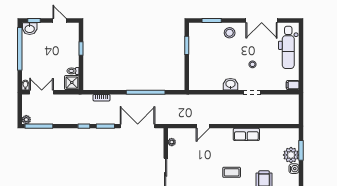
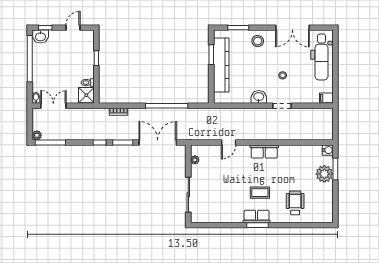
door: (60, 20) -> (73, 28), hinge flipped
kitchen counter: (196, 55) -> (221, 65), added
row of seats: (246, 134) -> (264, 151), moved
water cooler: (294, 169) -> (328, 150), moved

